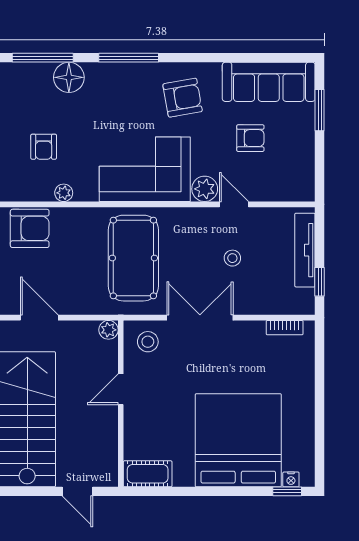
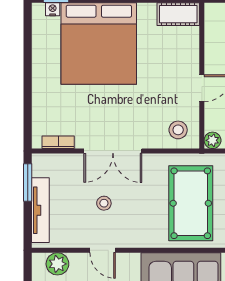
plant: (205, 189) -> (57, 264), moved
window: (320, 282) -> (28, 182), width x1.50
double door: (200, 318) -> (113, 151), moved

